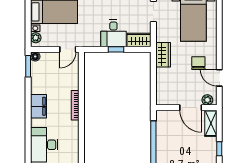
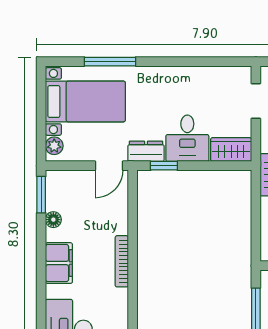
dresser: (89, 41) -> (146, 151), added
window: (116, 49) -> (164, 166), moved
floor lamp: (35, 56) -> (53, 220), moved

